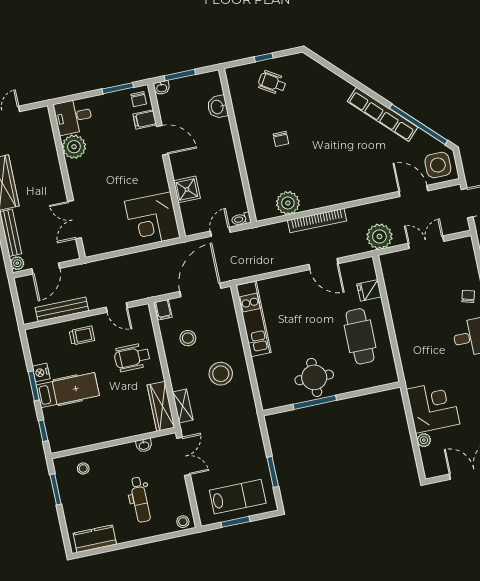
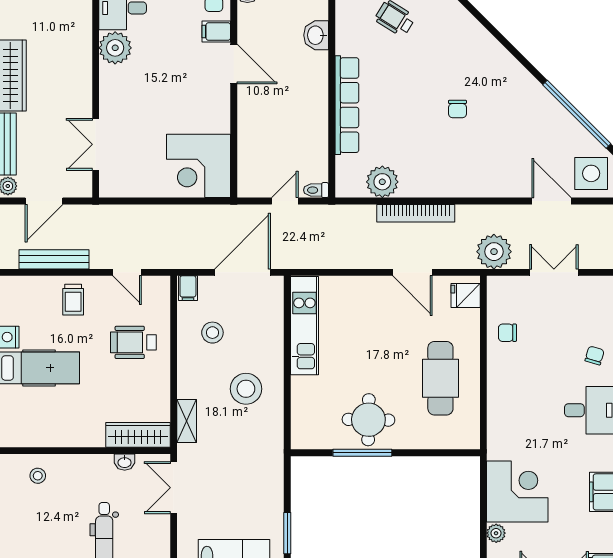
row of seats: (383, 114) -> (347, 105), moved, turned -135
chair: (281, 139) -> (457, 109), moved
shower: (187, 189) -> (253, 136), removed
fridge: (369, 290) -> (466, 295), moved
chair: (402, 293) -> (507, 333), added
trolley: (82, 336) -> (73, 300), turned 90
wardrobe: (161, 406) -> (138, 435), moved, turned 90
double door: (183, 456) -> (174, 488), swing flipped

